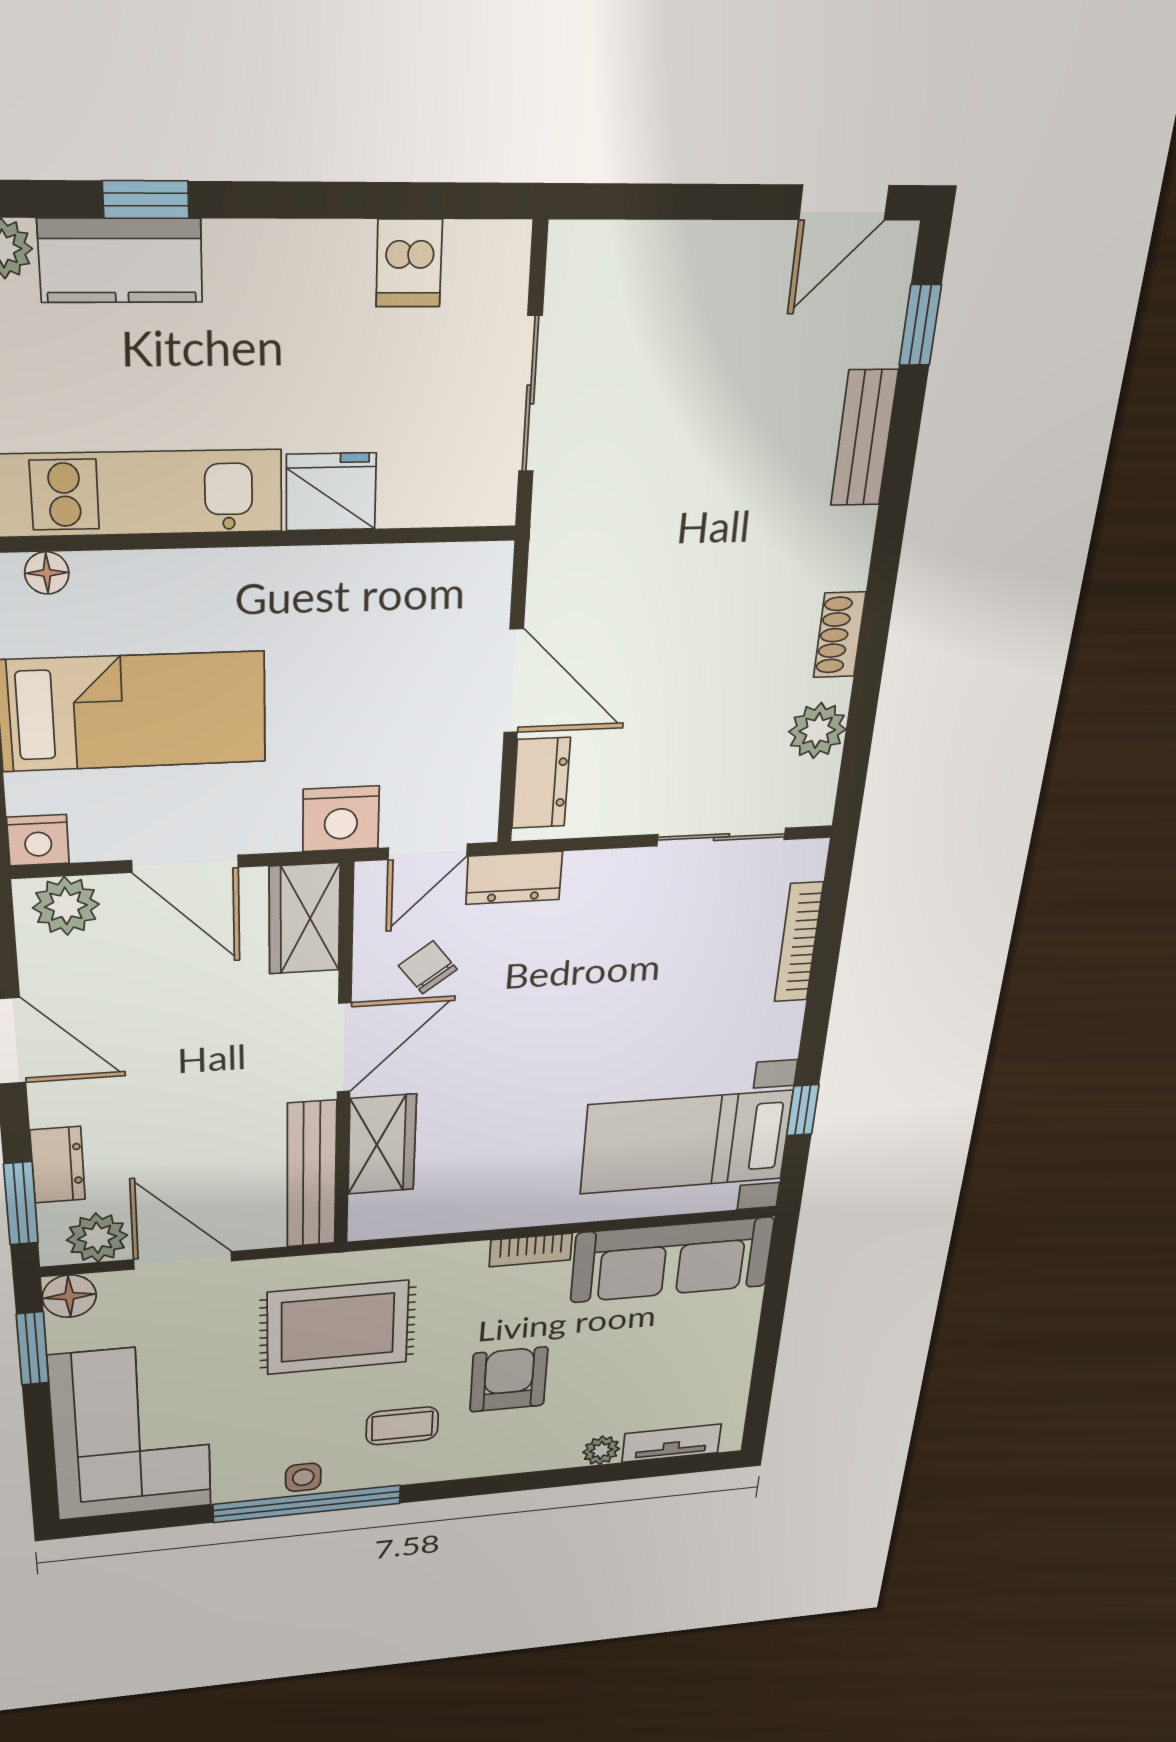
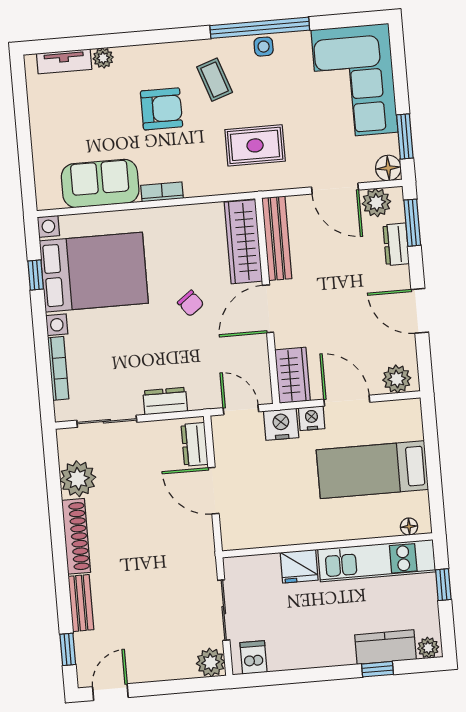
plant: (583, 259) -> (211, 663), added
dishwasher: (409, 263) -> (254, 657), moved
shoe rack: (839, 635) -> (76, 536), width x1.94, depth x1.24
plant: (817, 731) -> (78, 479), width x1.36, depth x1.36
nightstand: (38, 840) -> (312, 418), moved
door: (428, 852) -> (241, 410), hinge flipped
dresser: (514, 878) -> (165, 401), moved
chair: (428, 967) -> (191, 303), moved
bed with nightstands: (686, 1142) -> (94, 272), width x1.36
wardrobe: (382, 1144) -> (243, 242), width x1.50
sofa: (672, 1260) -> (100, 183), width x0.73
rug: (338, 1328) -> (255, 145), width x0.73, depth x0.70
armchair: (509, 1379) -> (162, 109), turned -90
coffee table: (402, 1426) -> (215, 80), turned 71

